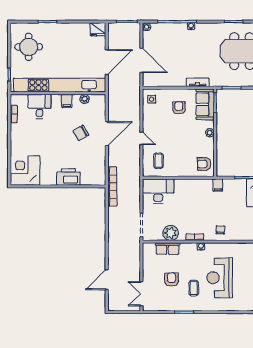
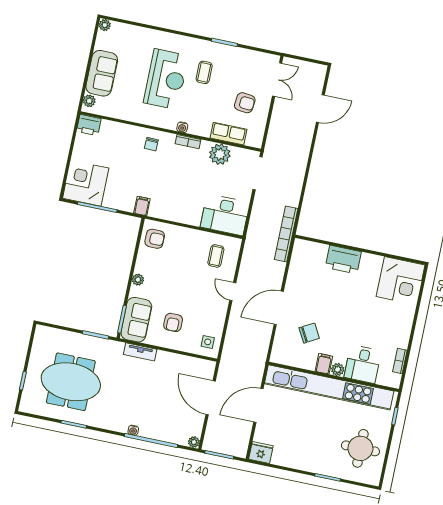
plant: (85, 99) -> (338, 370), moved
chair: (81, 133) -> (309, 333), moved
armchair: (172, 280) -> (245, 103), moved, turned -85

